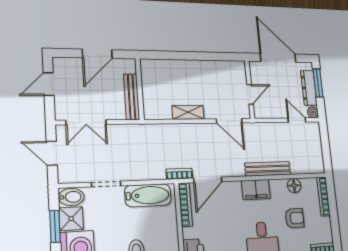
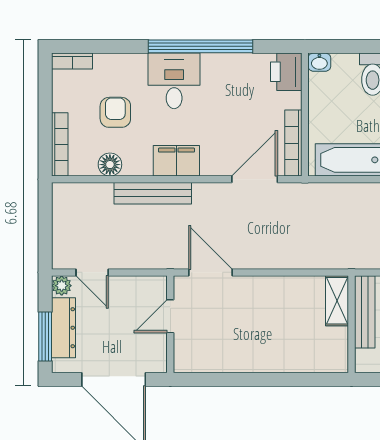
shelving: (188, 112) -> (337, 301), moved, turned 90
bookcase: (179, 174) -> (299, 191), removed
armchair: (295, 218) -> (115, 112), turned 90

